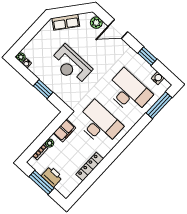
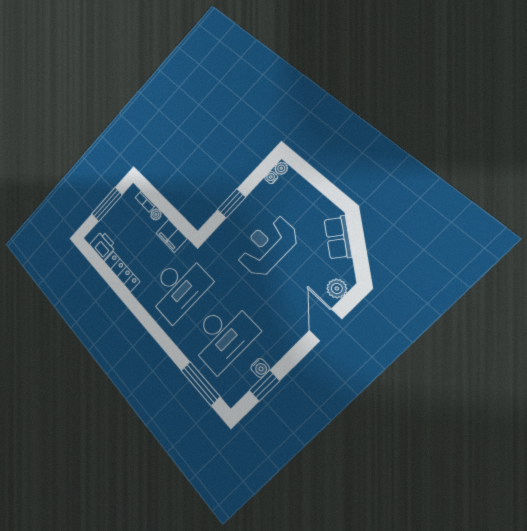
window: (147, 56) -> (264, 386), moved
water cooler: (158, 78) -> (260, 368), moved
printer: (52, 177) -> (103, 245), moved, turned -90

